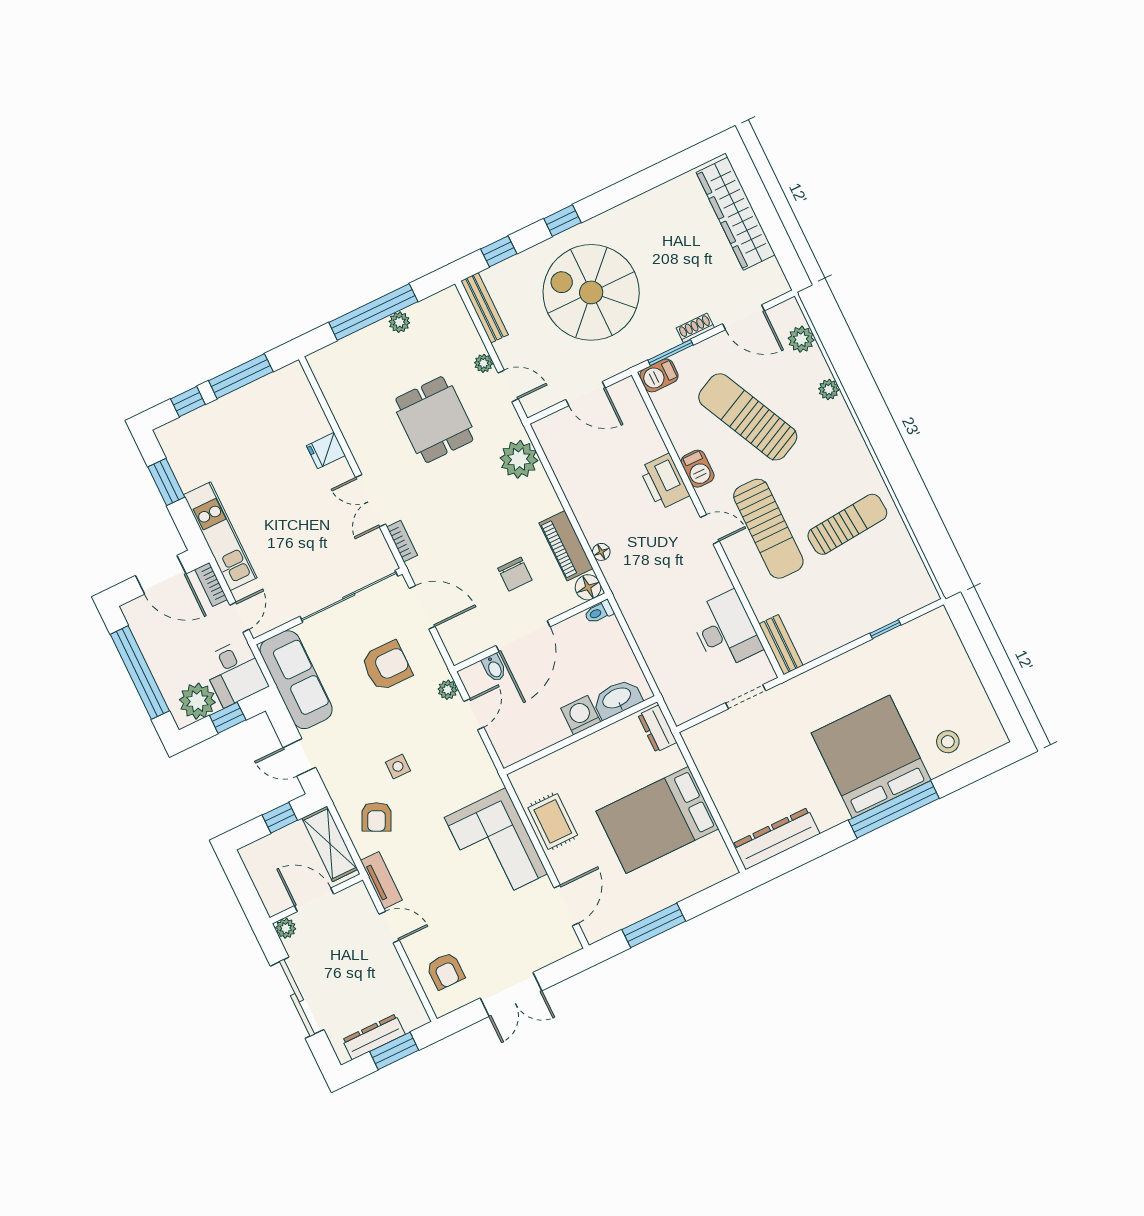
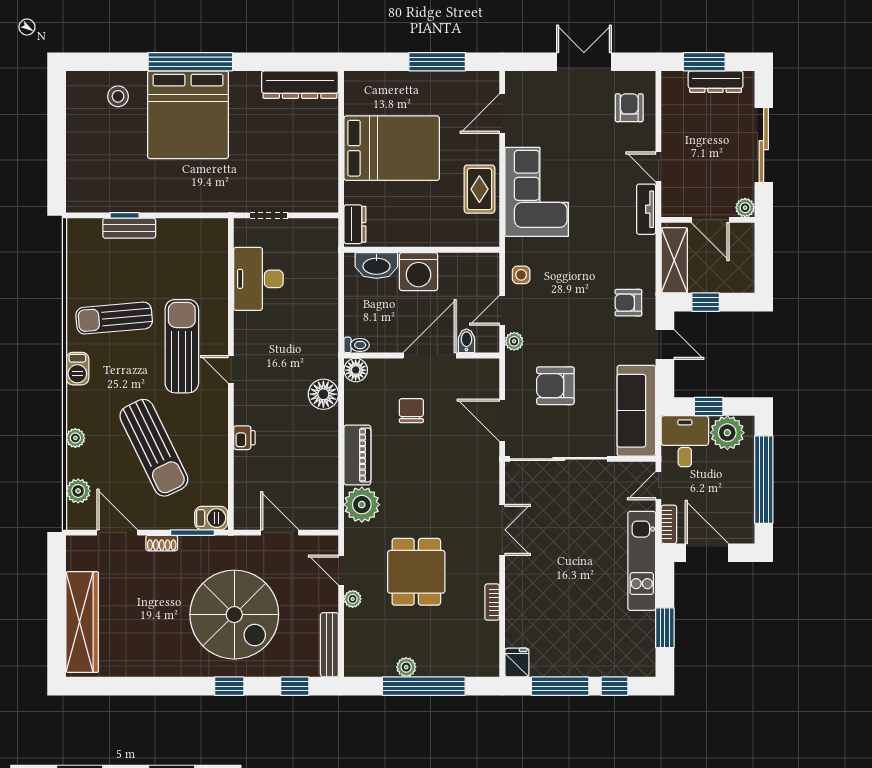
fridge: (326, 451) -> (517, 663), moved, turned -90
barbecue: (698, 469) -> (77, 369), moved, turned 180
printer: (664, 482) -> (244, 438), width x0.53, depth x0.68
bookcase: (402, 541) -> (492, 602), moved
piano: (566, 546) -> (357, 455), moved
floor lamp: (601, 552) -> (323, 394), width x1.89, depth x1.89
bench: (781, 645) -> (129, 228), moved, turned 90
washing machine: (581, 715) -> (419, 272), width x1.37, depth x1.37
side table: (398, 766) -> (521, 275), moved
armchair: (376, 817) -> (628, 303), moved, turned -116

